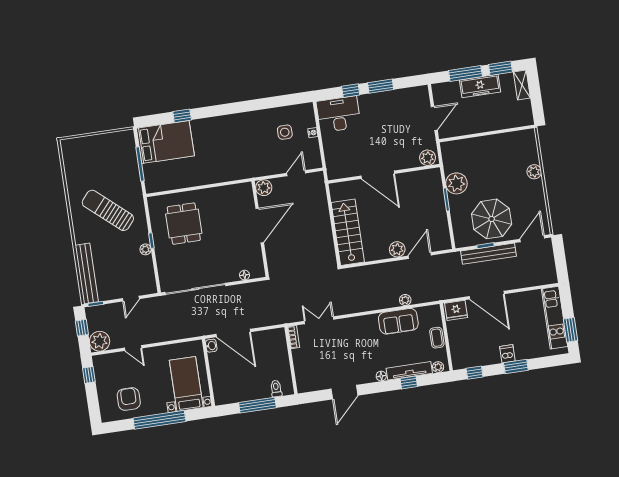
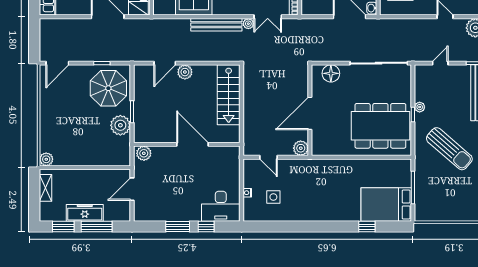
shelving: (522, 85) -> (46, 188), moved
plant: (534, 172) -> (46, 159), moved
door: (296, 173) -> (268, 157), hinge flipped
parasol: (492, 219) -> (108, 88), moved
dining table: (184, 224) -> (380, 126), width x1.88, depth x1.24
bench: (488, 254) -> (216, 25), moved
floor lamp: (245, 275) -> (331, 73), width x1.89, depth x1.89
plant: (405, 300) -> (248, 24), moved

